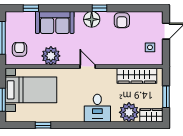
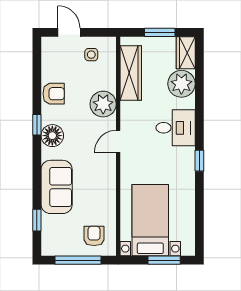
armchair: (19, 49) -> (94, 236), turned 90
plant: (51, 56) -> (103, 104), moved
window: (43, 125) -> (199, 161), moved

